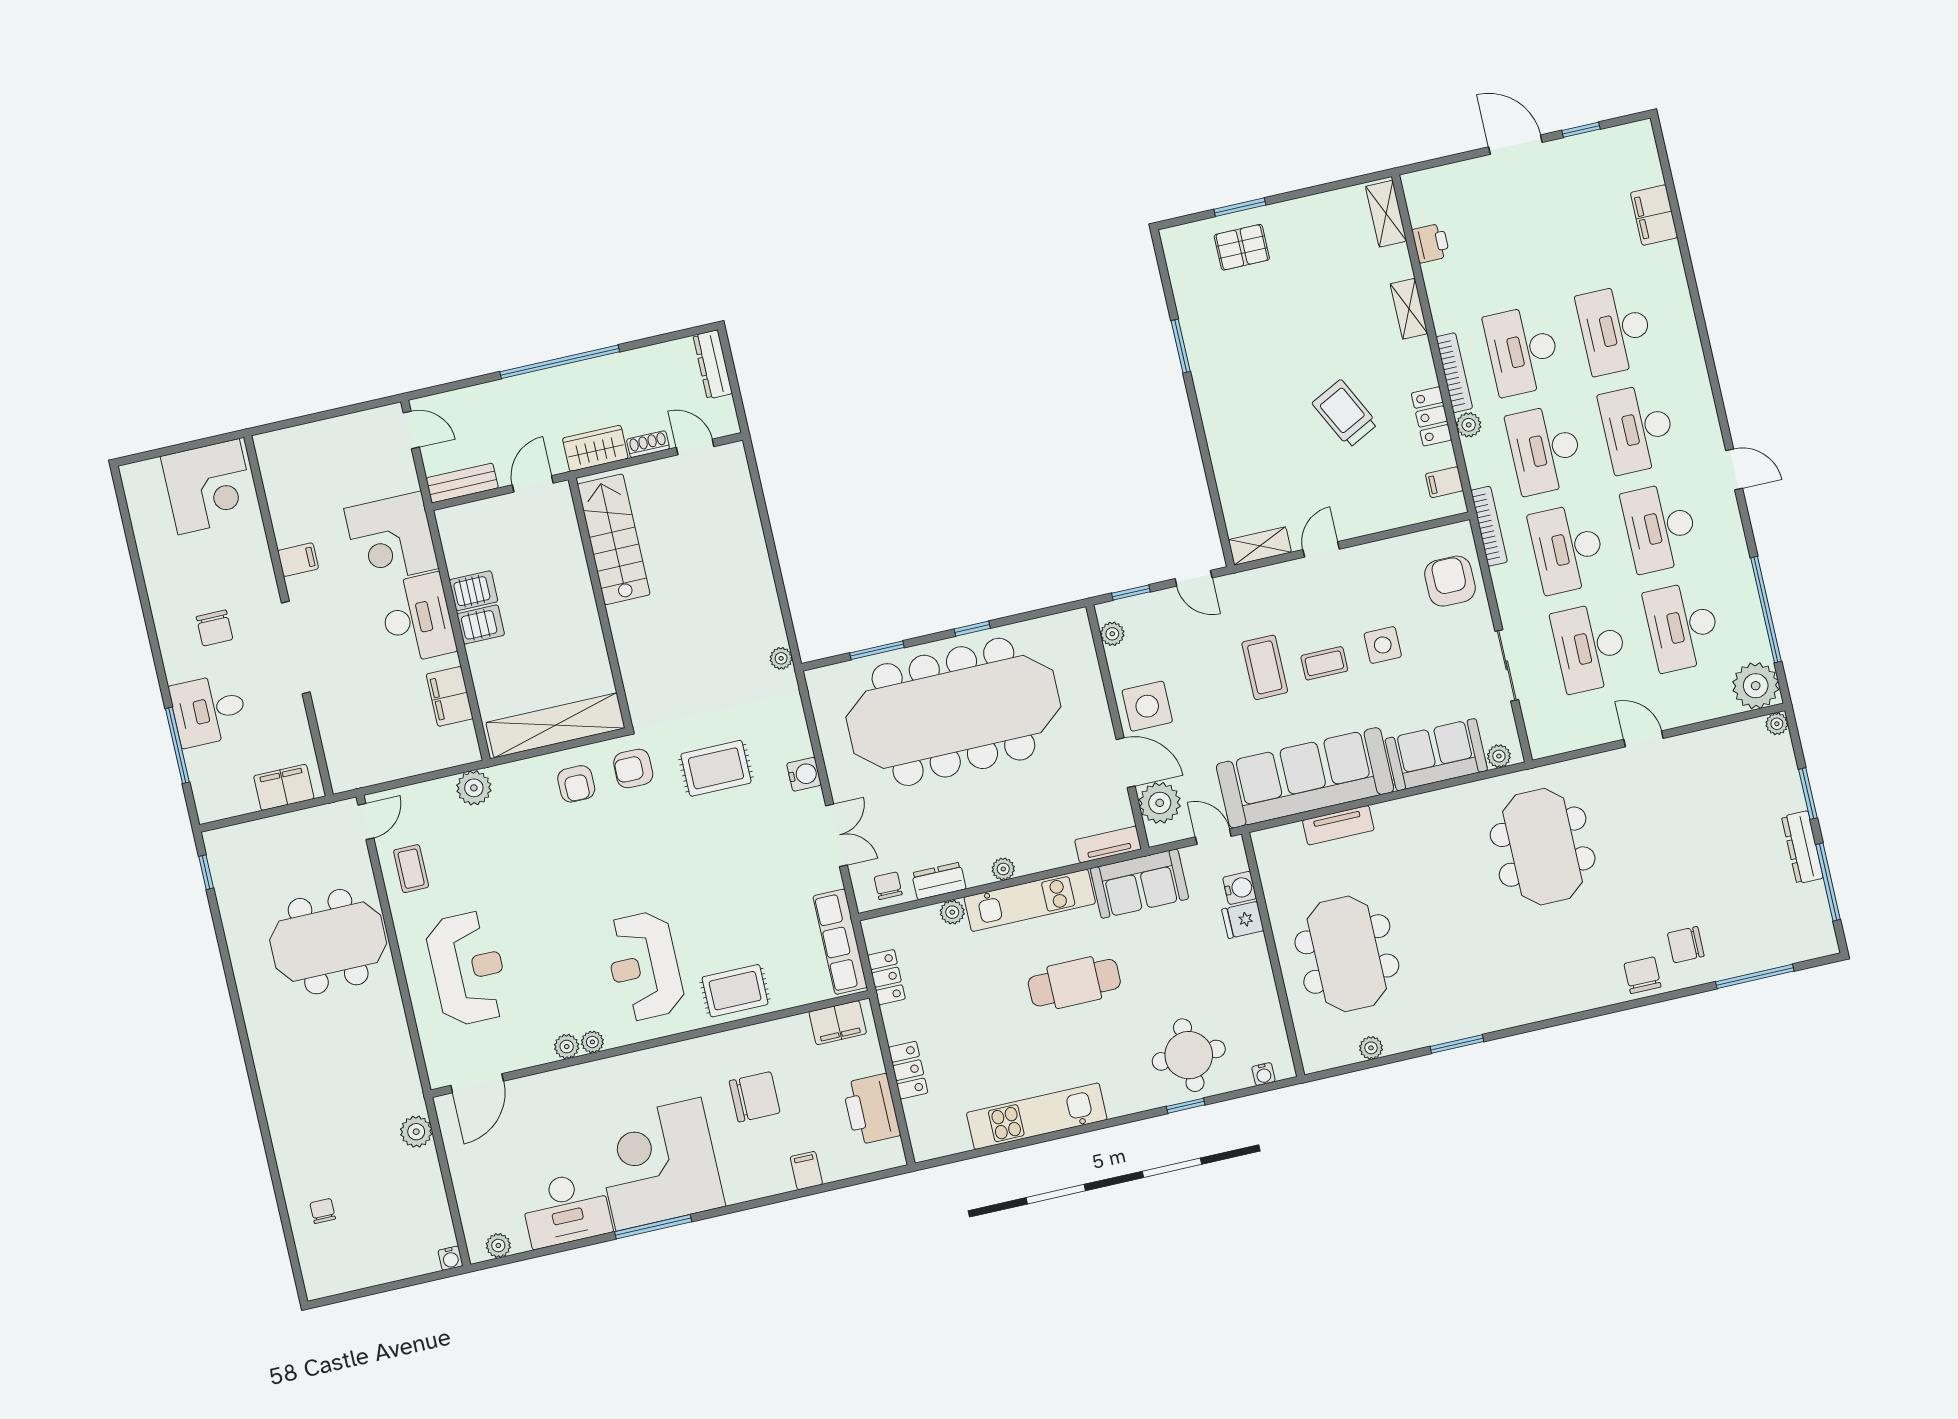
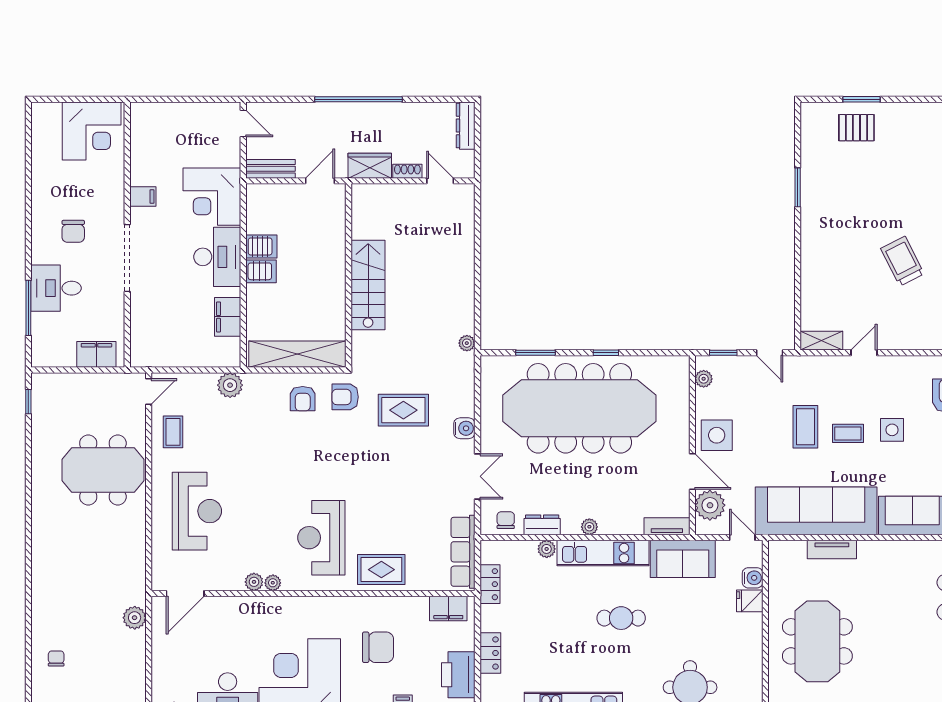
stairs: (614, 539) -> (368, 285), moved
cafe table: (1074, 983) -> (621, 618), width x0.73, depth x0.74

